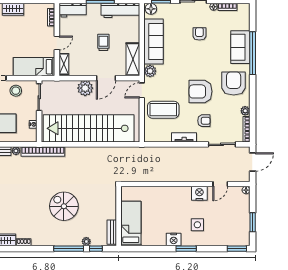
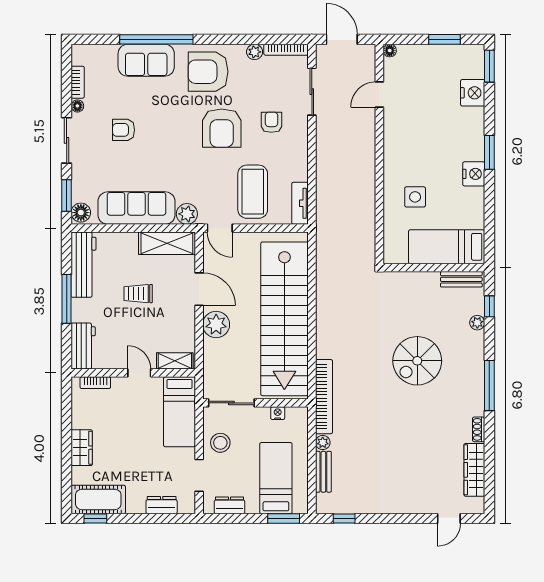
tv unit: (184, 137) -> (300, 203), moved
door: (220, 184) -> (379, 95), swing flipped
nightstand: (199, 193) -> (473, 93), moved, turned 180
side table: (197, 225) -> (415, 197), moved
window: (69, 249) -> (489, 385), moved

